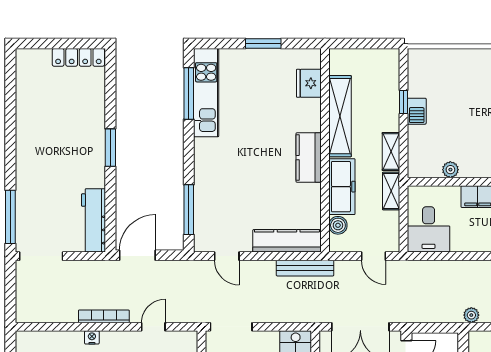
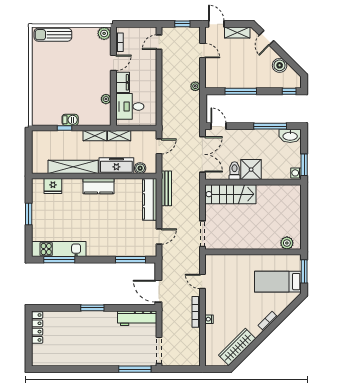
desk: (429, 229) -> (130, 106), moved, turned 180

